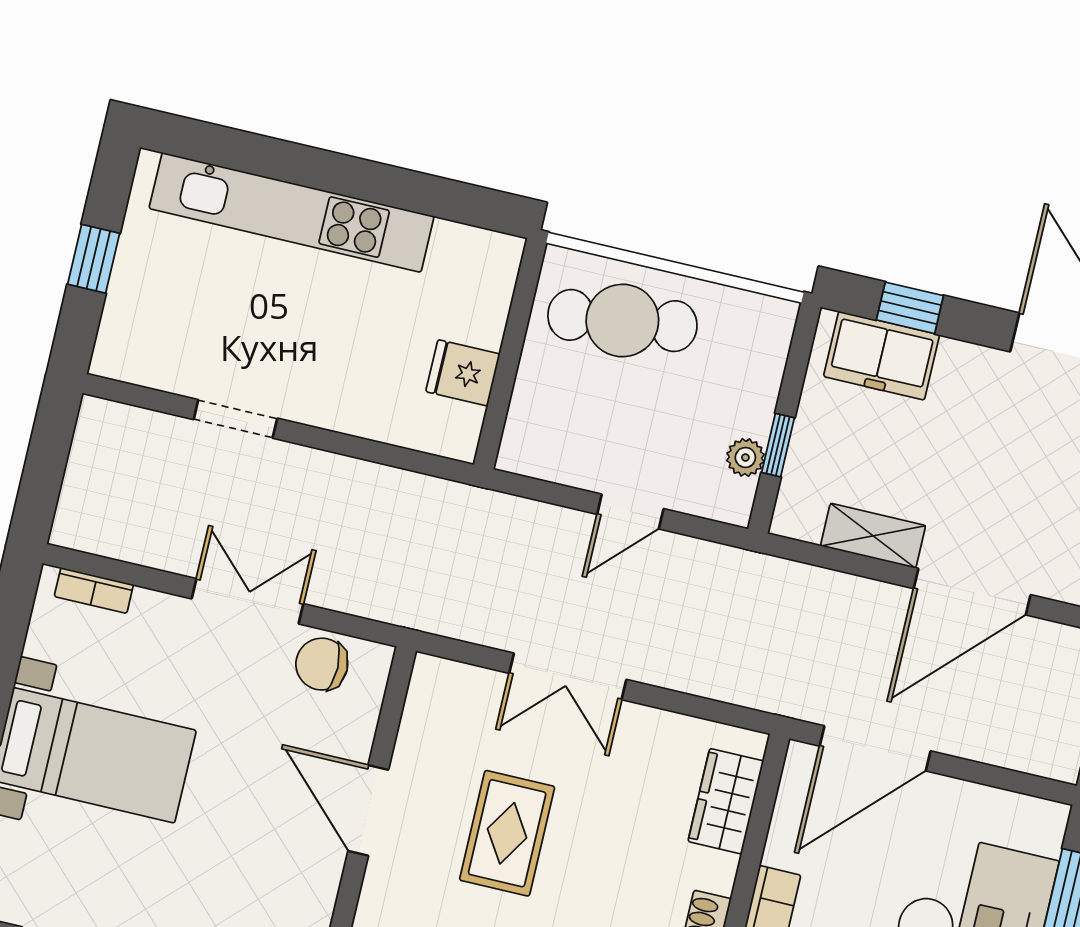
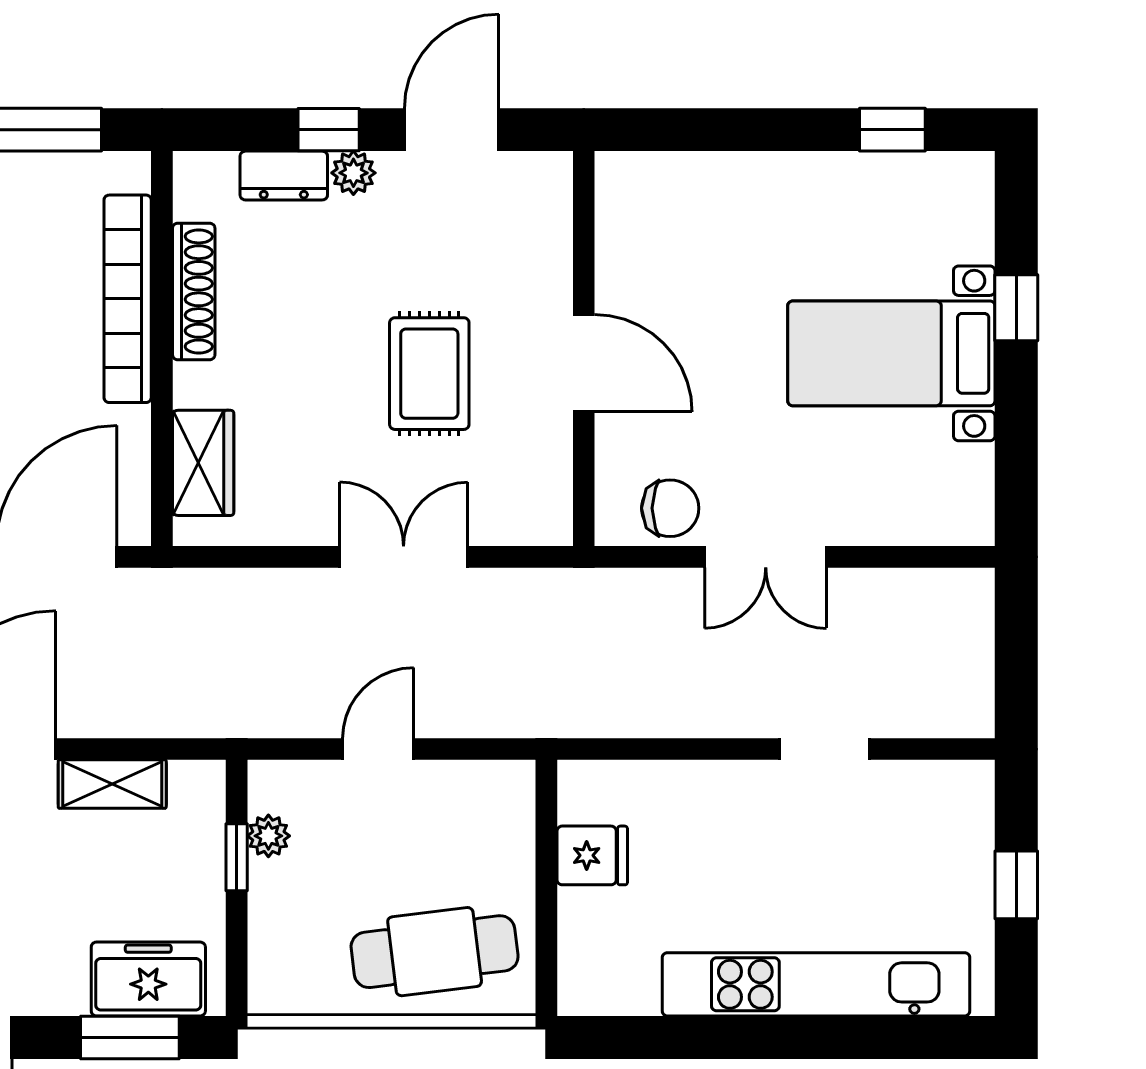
window: (910, 308) -> (130, 1037), width x1.50
bookcase: (94, 591) -> (933, 530), removed

